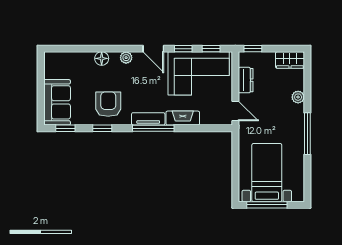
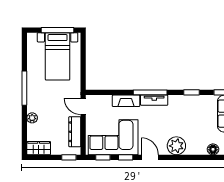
floor lamp: (102, 58) -> (213, 149), moved
plant: (126, 58) -> (176, 146), width x1.88, depth x1.88
dresser: (246, 80) -> (75, 132), width x1.44
armchair: (108, 104) -> (187, 112), removed

